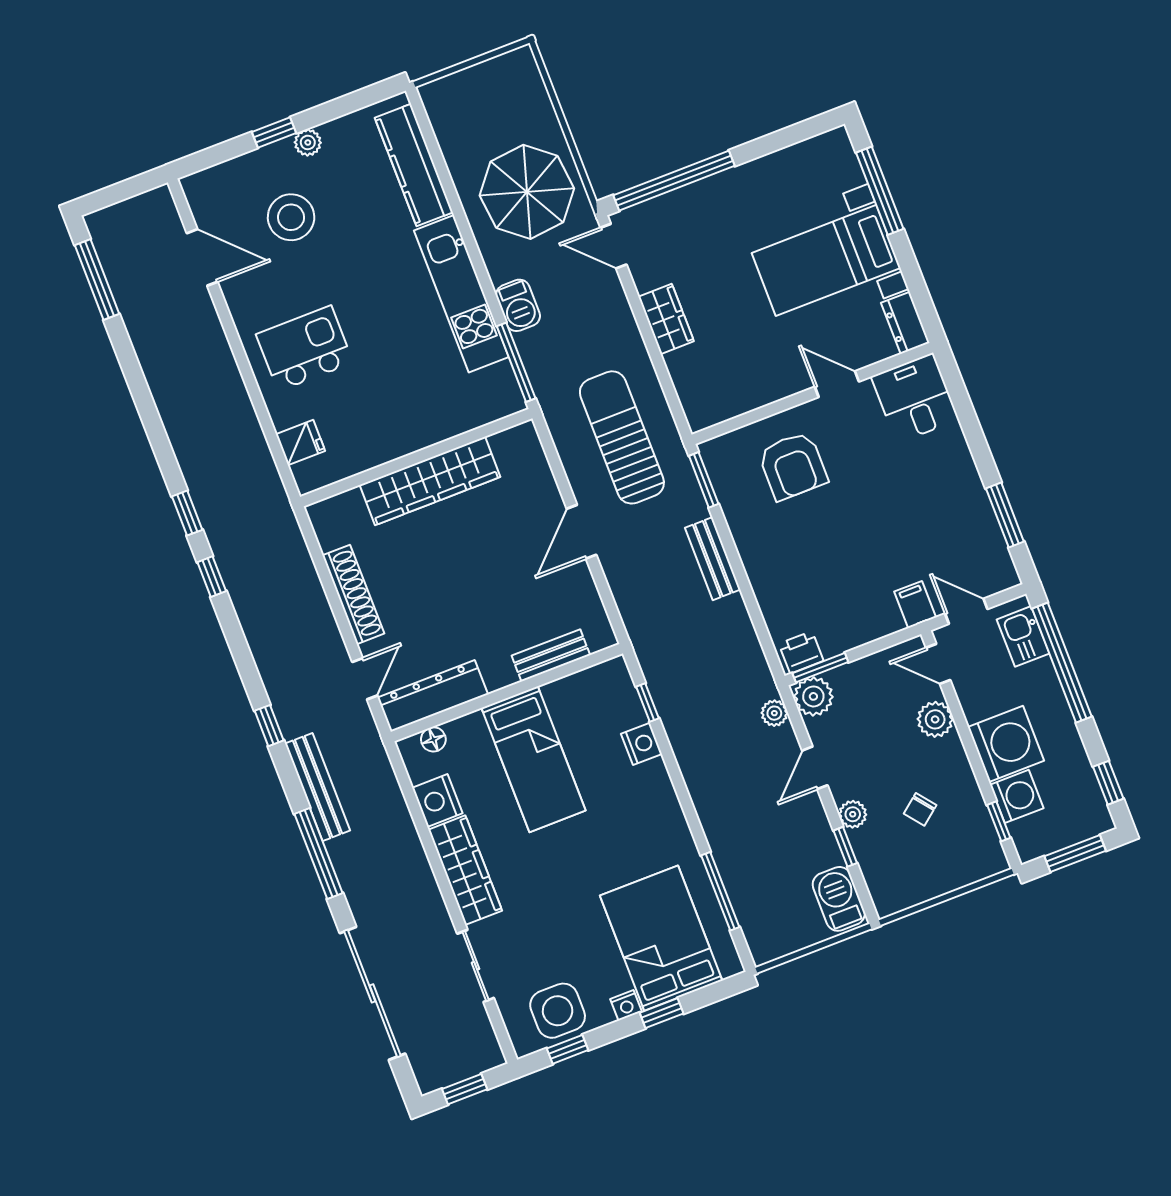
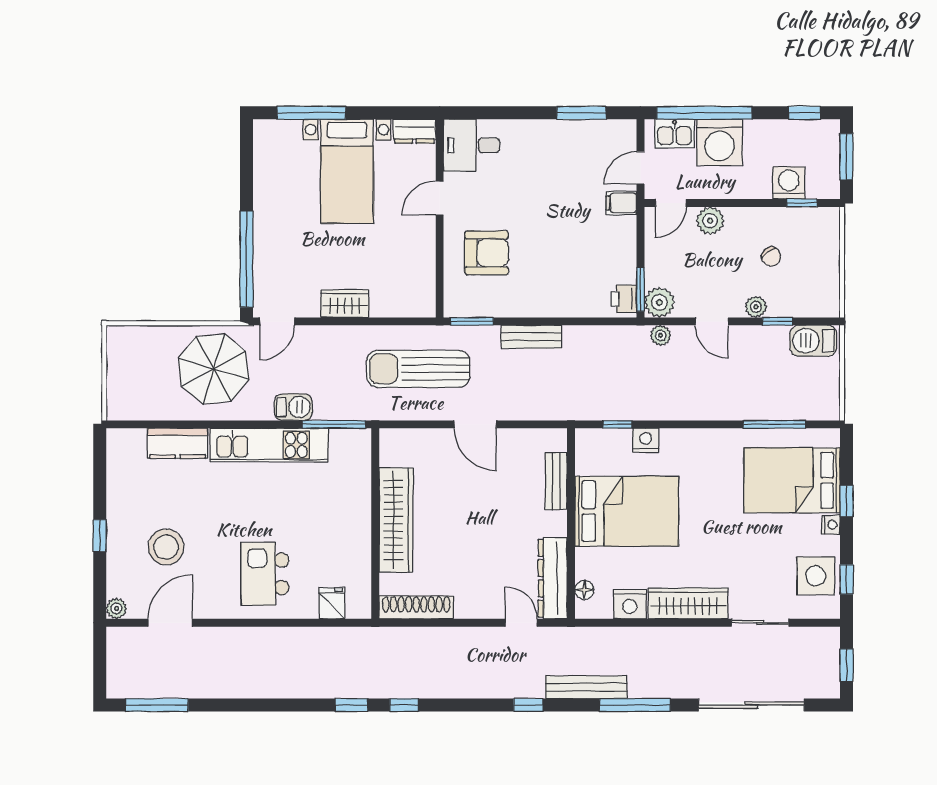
plant: (308, 142) -> (116, 608), moved
kitchen counter: (414, 165) -> (178, 443), width x0.67
shoe rack: (353, 594) -> (416, 607), moved
washing machine: (1006, 744) -> (719, 142), moved, turned 180
bed: (534, 759) -> (627, 511), width x1.50

